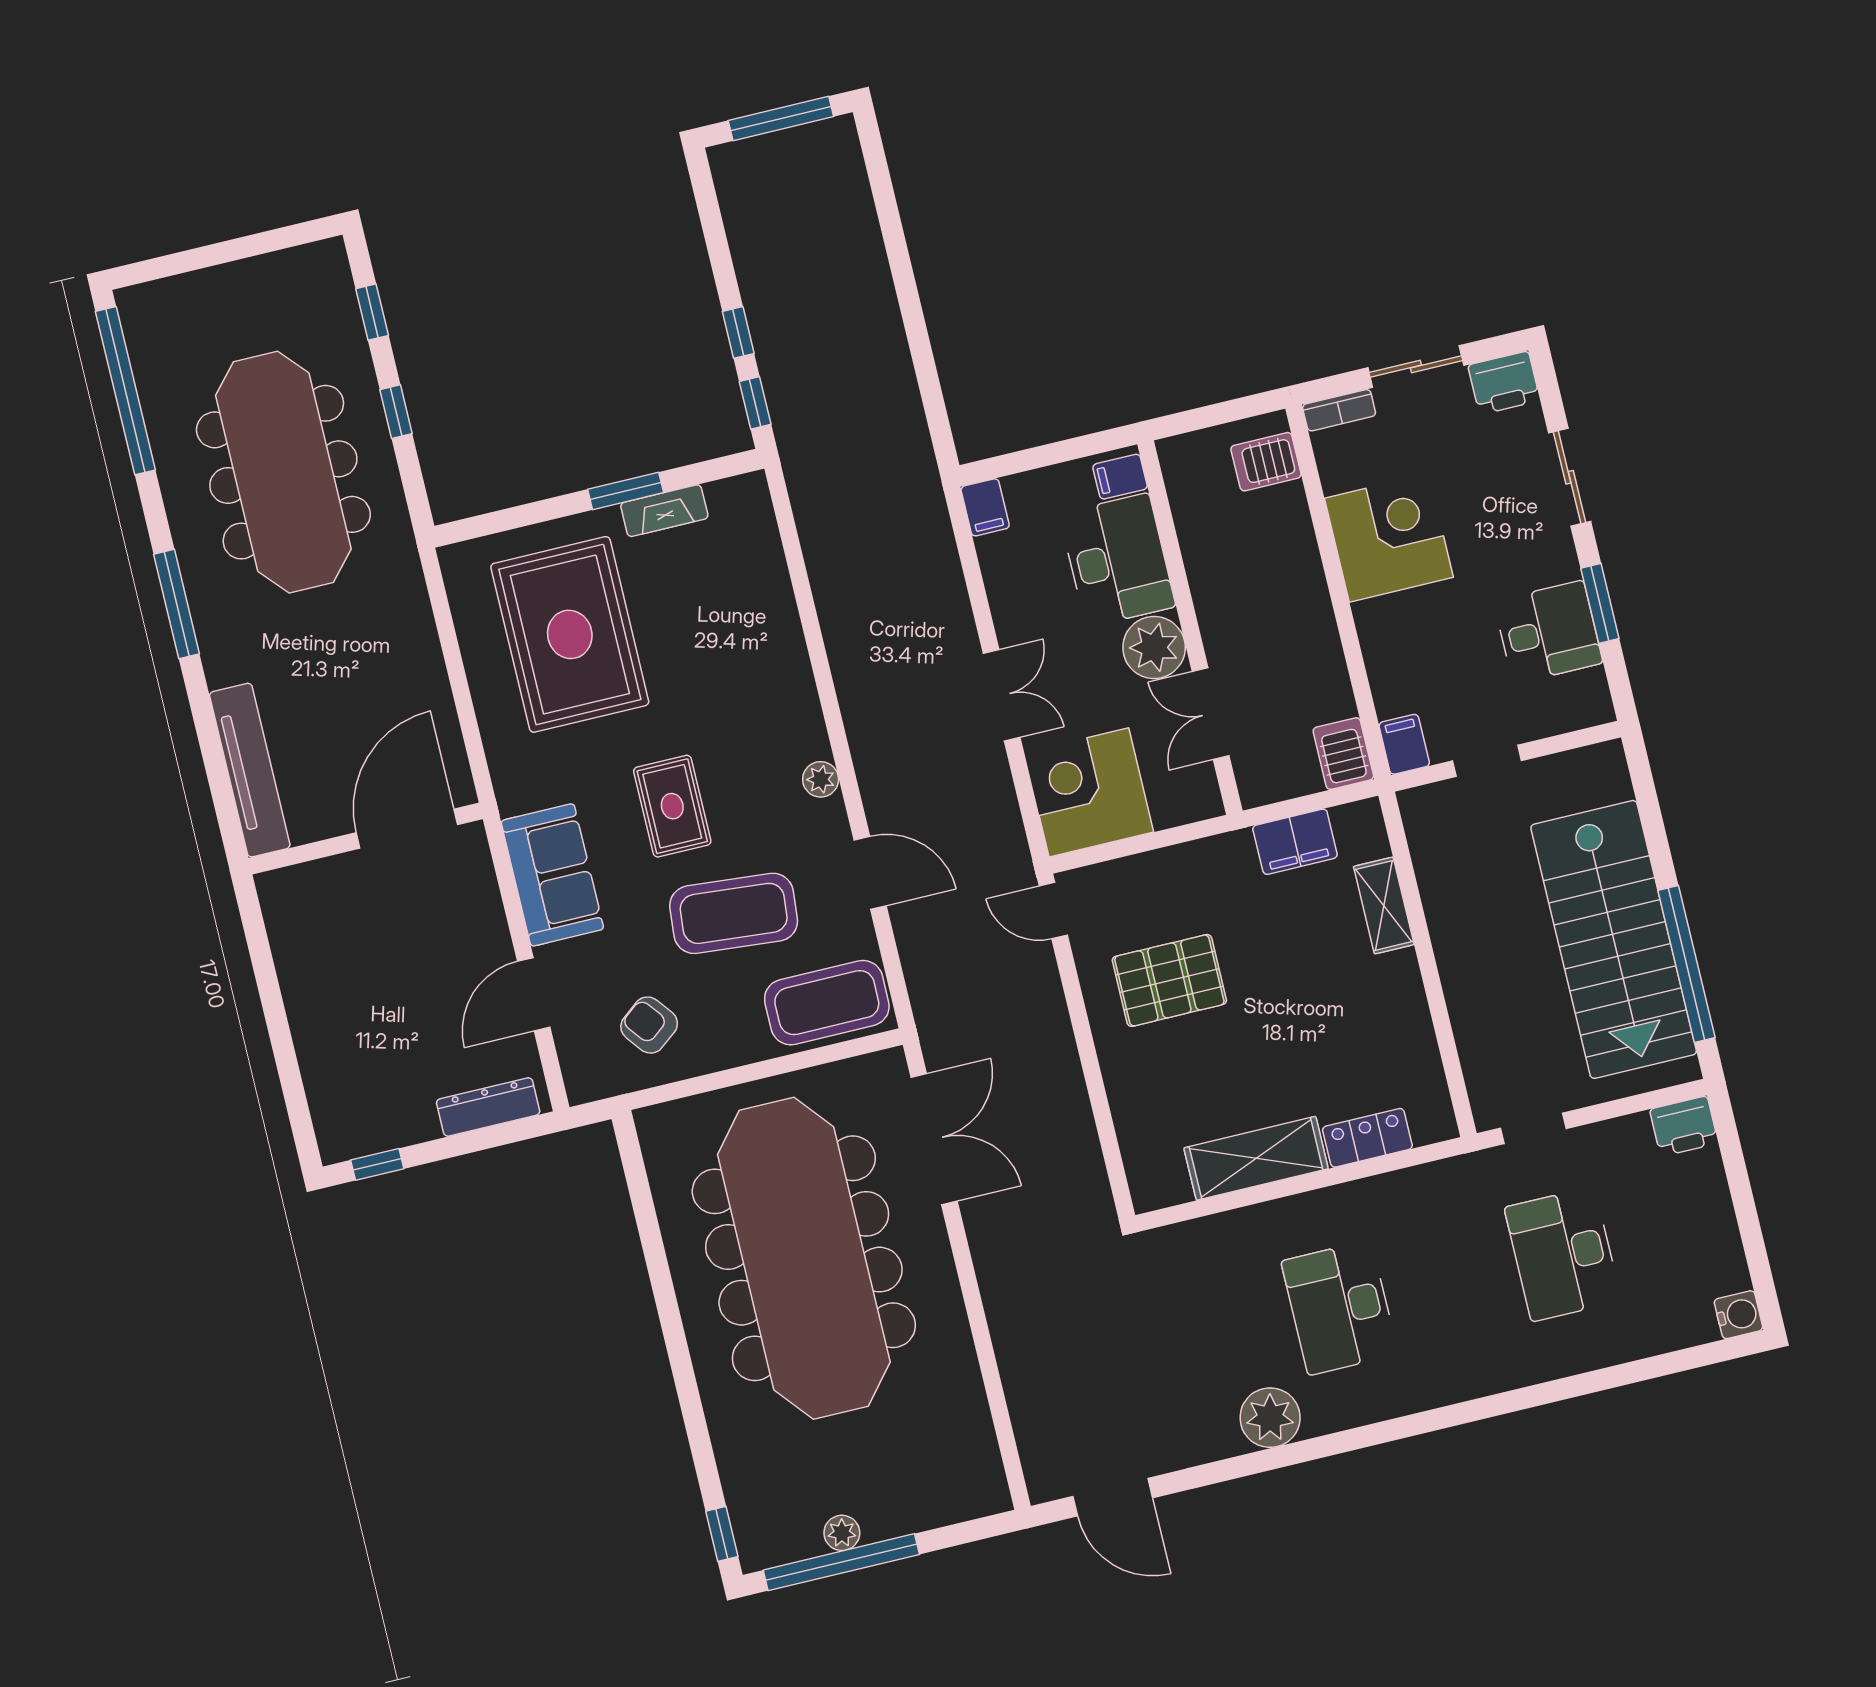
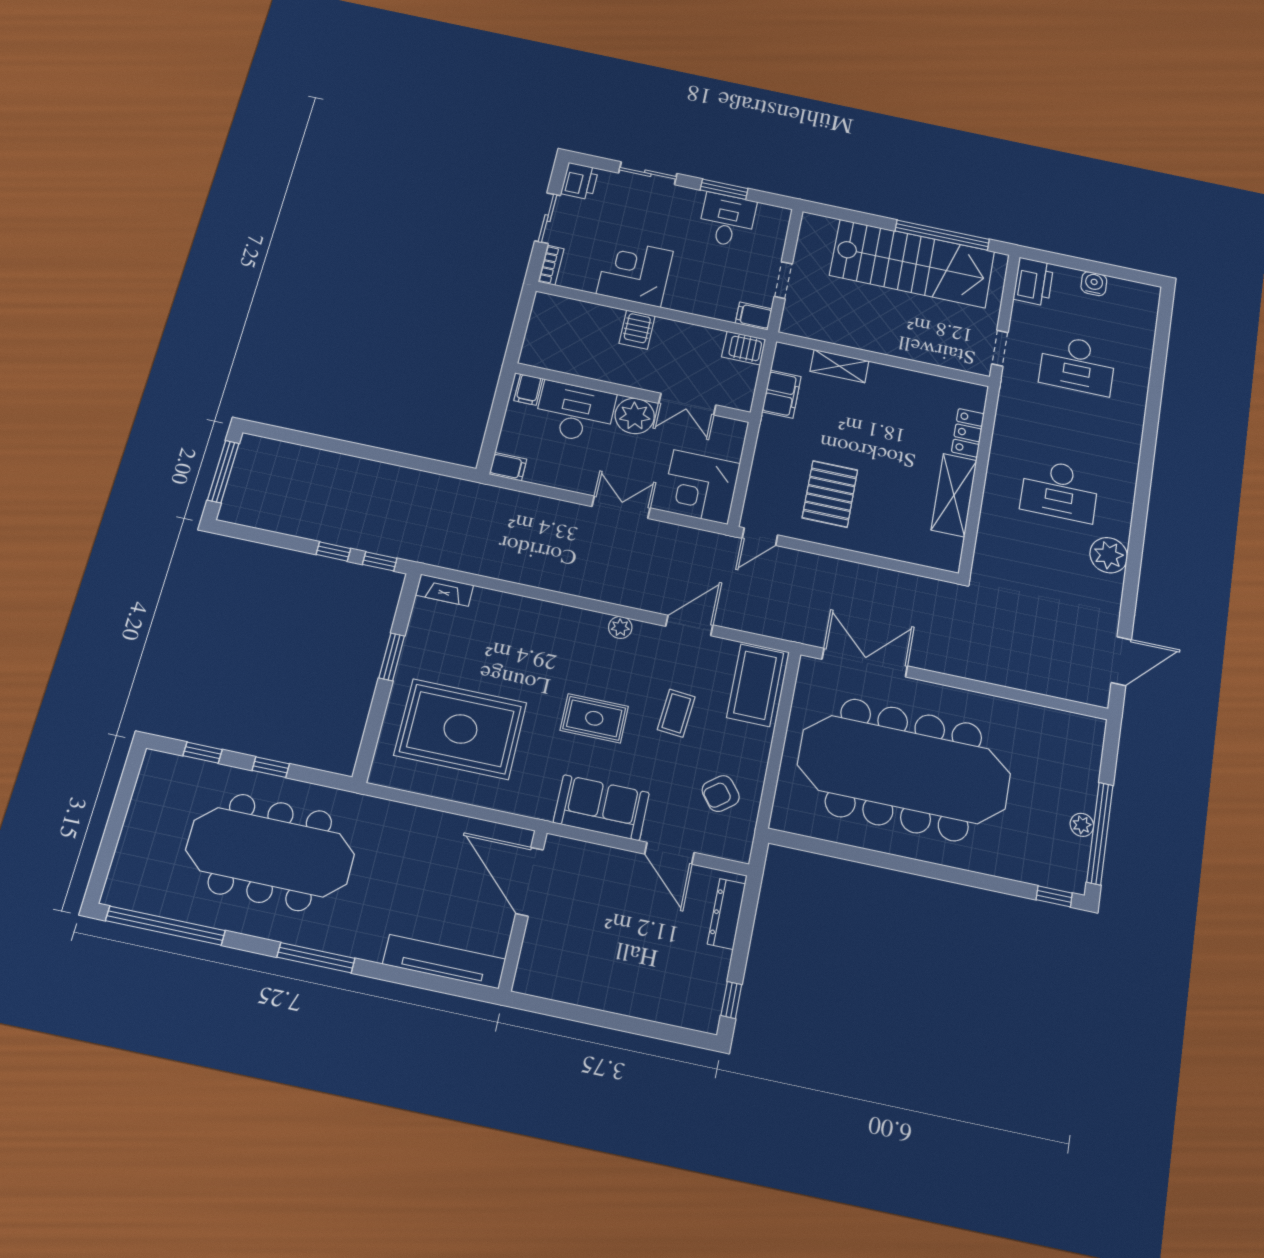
server rack: (1266, 462) -> (637, 330), moved
fireplace: (664, 511) -> (445, 590), moved, turned 90
coffee table: (734, 913) -> (676, 713), width x0.54, depth x0.58
printer: (1684, 1126) -> (1033, 282), width x1.37, depth x1.19
water cooler: (1738, 1315) -> (1094, 284), moved

